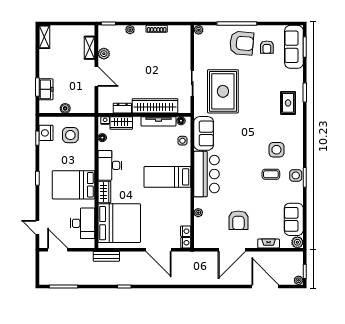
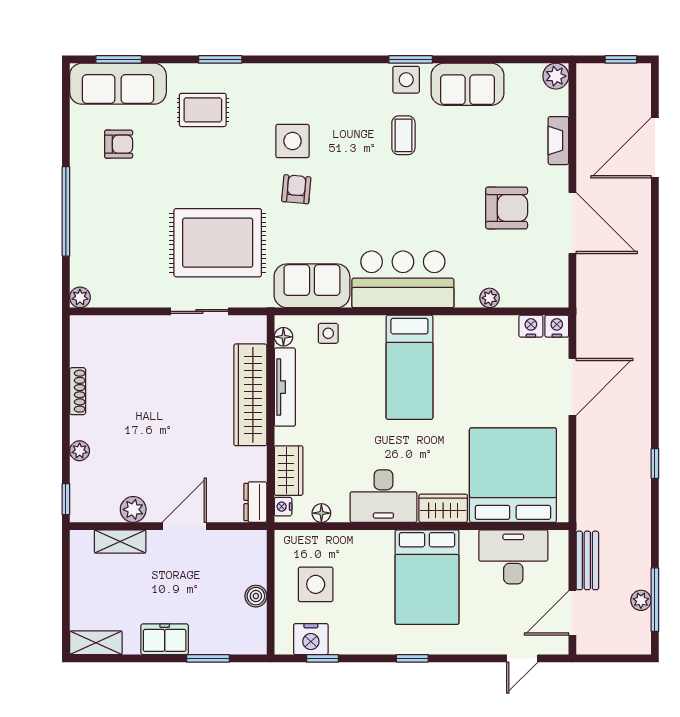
armchair: (242, 43) -> (296, 189), moved, width x0.53, depth x0.53
freezer: (46, 89) -> (165, 639), moved
rug: (288, 103) -> (203, 110), moved
dresser: (122, 108) -> (255, 502), moved
side table: (276, 150) -> (292, 141), moved
sofa: (294, 219) -> (467, 84), moved
bench: (106, 256) -> (587, 560), moved
plant: (299, 280) -> (641, 600), moved

